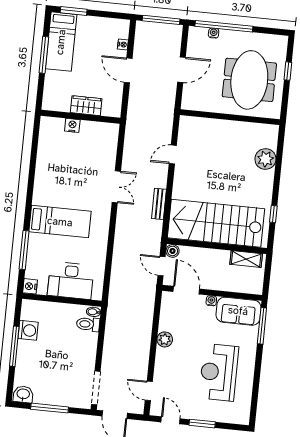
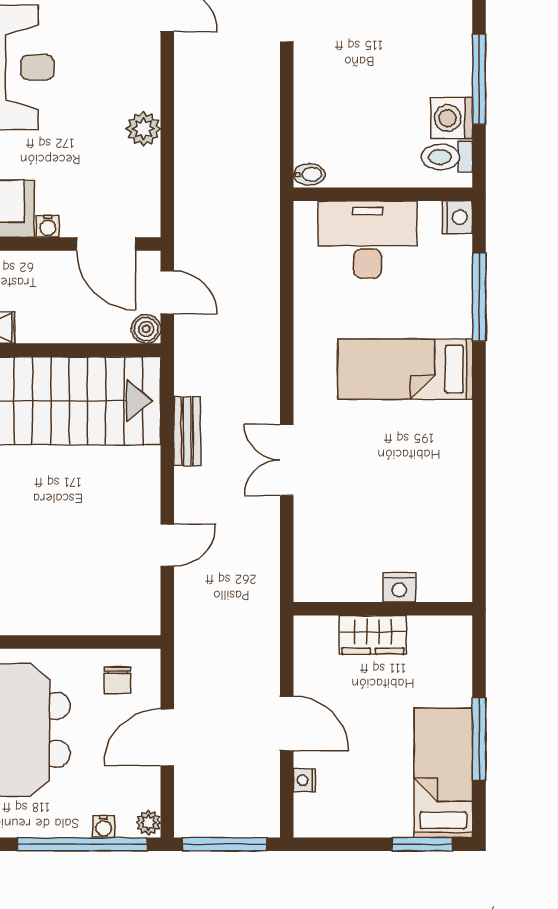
plant: (194, 33) -> (148, 823), added
chair: (201, 97) -> (118, 680), added
toilet: (88, 324) -> (447, 157), moved, turned 180

